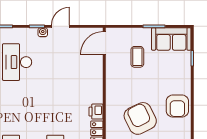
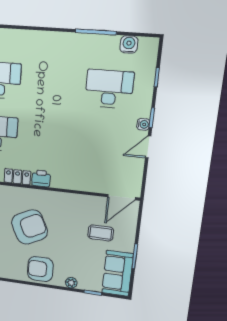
door: (60, 26) -> (148, 147), swing flipped
door: (104, 43) -> (121, 197), swing flipped
plant: (186, 78) -> (71, 283), added

